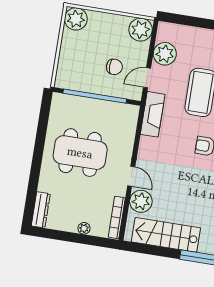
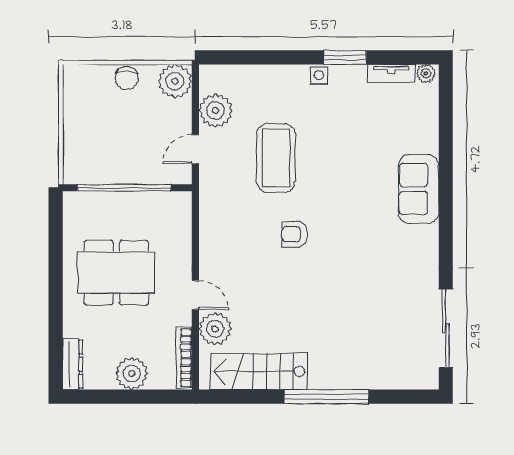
plant: (76, 19) -> (79, 81), removed
chair: (114, 67) -> (127, 78), moved, turned 90
fireplace: (153, 114) -> (212, 201), removed
plant: (84, 228) -> (132, 373), width x1.88, depth x1.88

